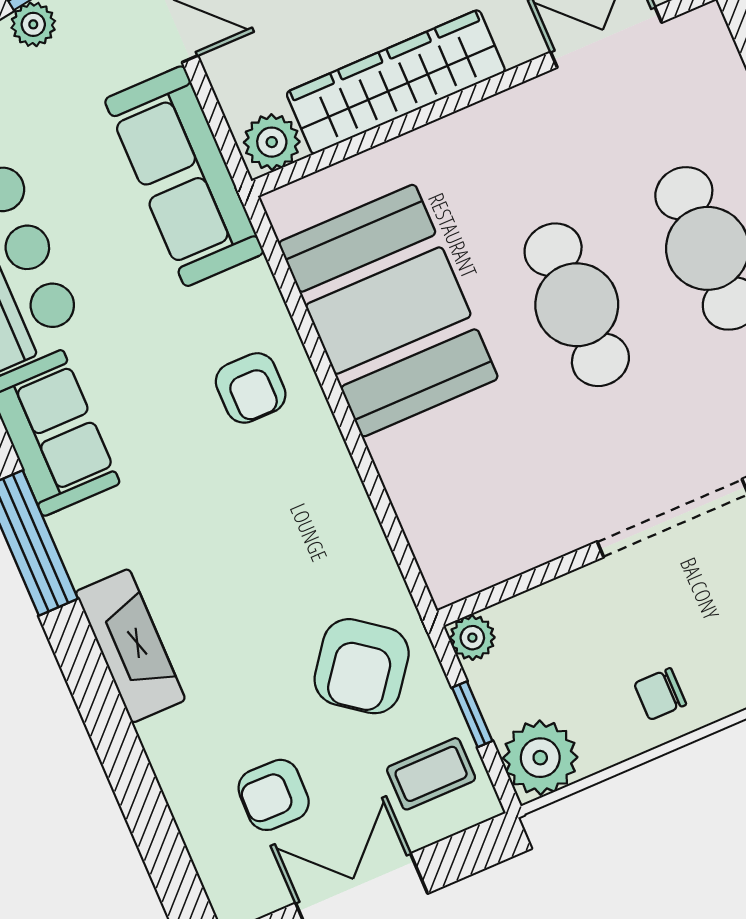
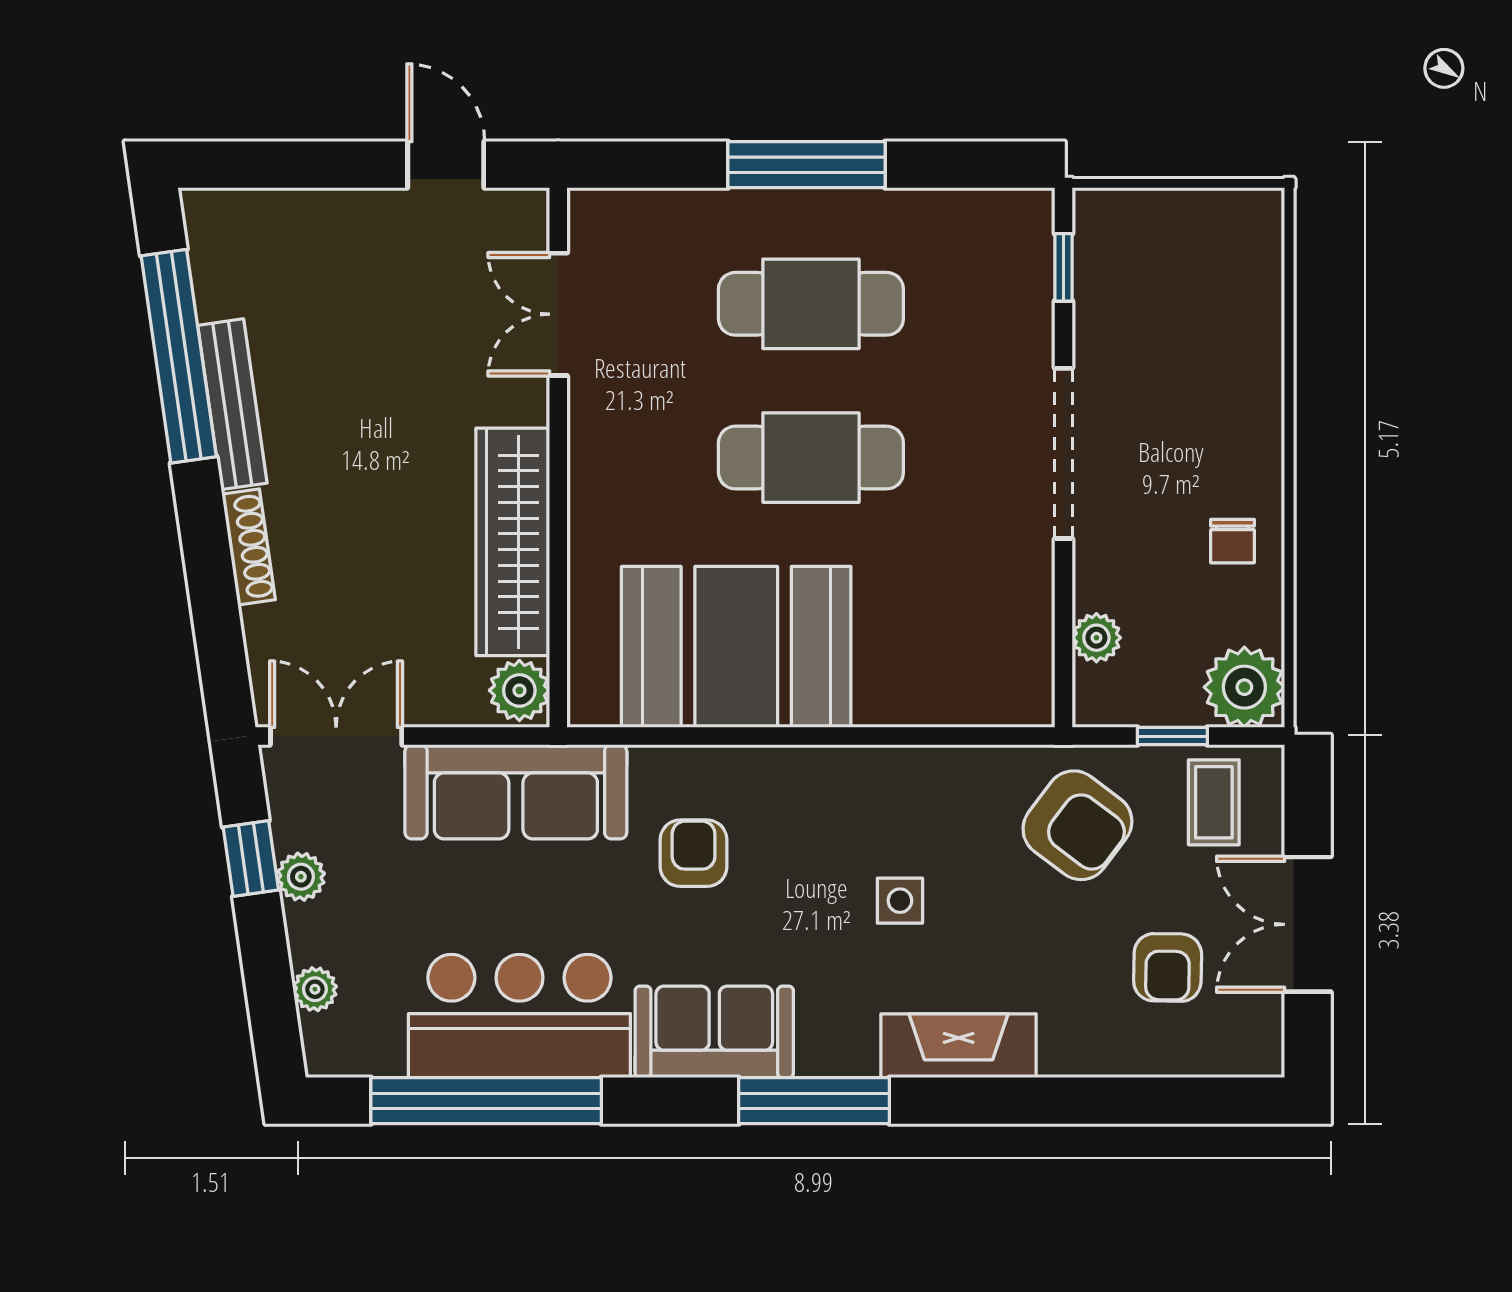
armchair: (251, 388) -> (694, 853), moved, turned -90
side table: (232, 543) -> (900, 901), added
plant: (472, 638) -> (1096, 638), moved

